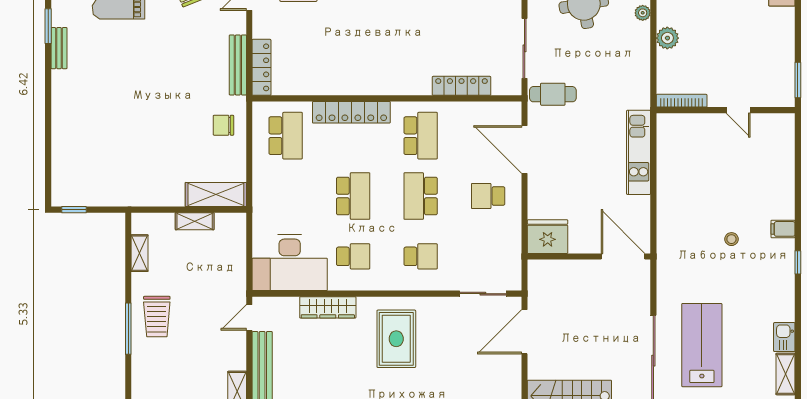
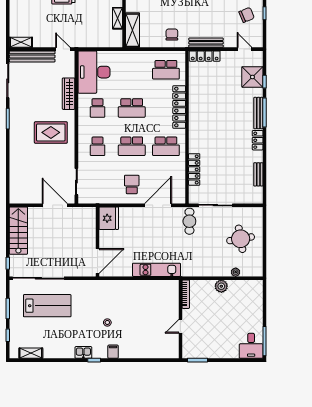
school desk: (421, 196) -> (132, 146), turned 180
kitchen sink: (784, 337) -> (83, 352), moved

